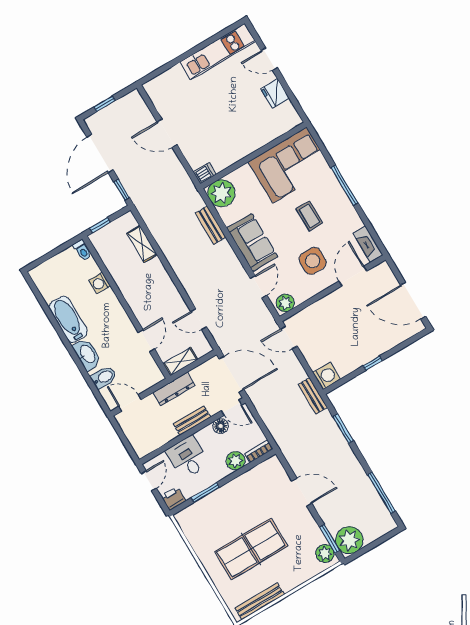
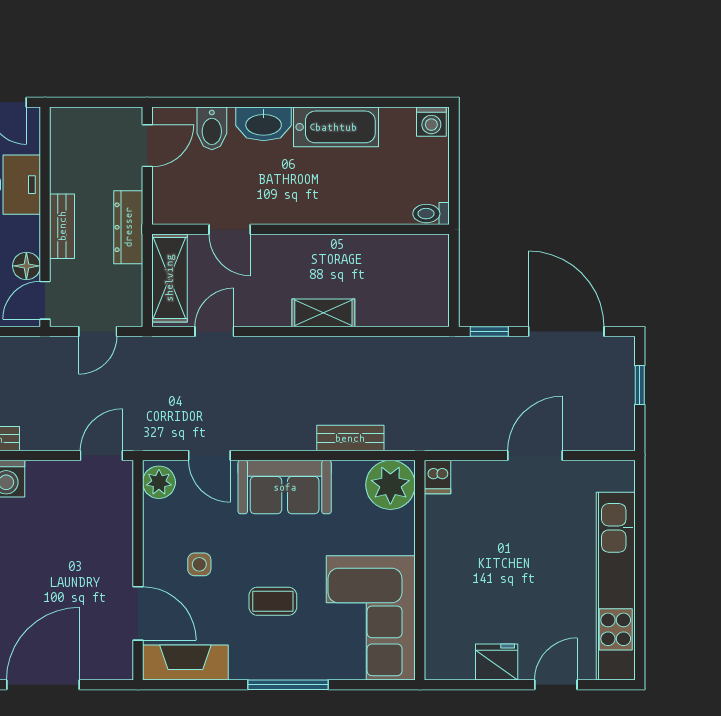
kitchen unit: (218, 52) -> (616, 586), width x1.36
window: (100, 225) -> (454, 265), removed
shelving: (142, 244) -> (323, 313), moved
fireplace: (368, 244) -> (185, 662), width x1.37, depth x1.32
side table: (313, 261) -> (199, 564), width x0.54, depth x0.54
washing machine: (100, 283) -> (431, 122), moved, turned 180
shelving: (180, 362) -> (169, 278), width x1.50, depth x1.33
door: (231, 374) -> (98, 332), width x0.53

